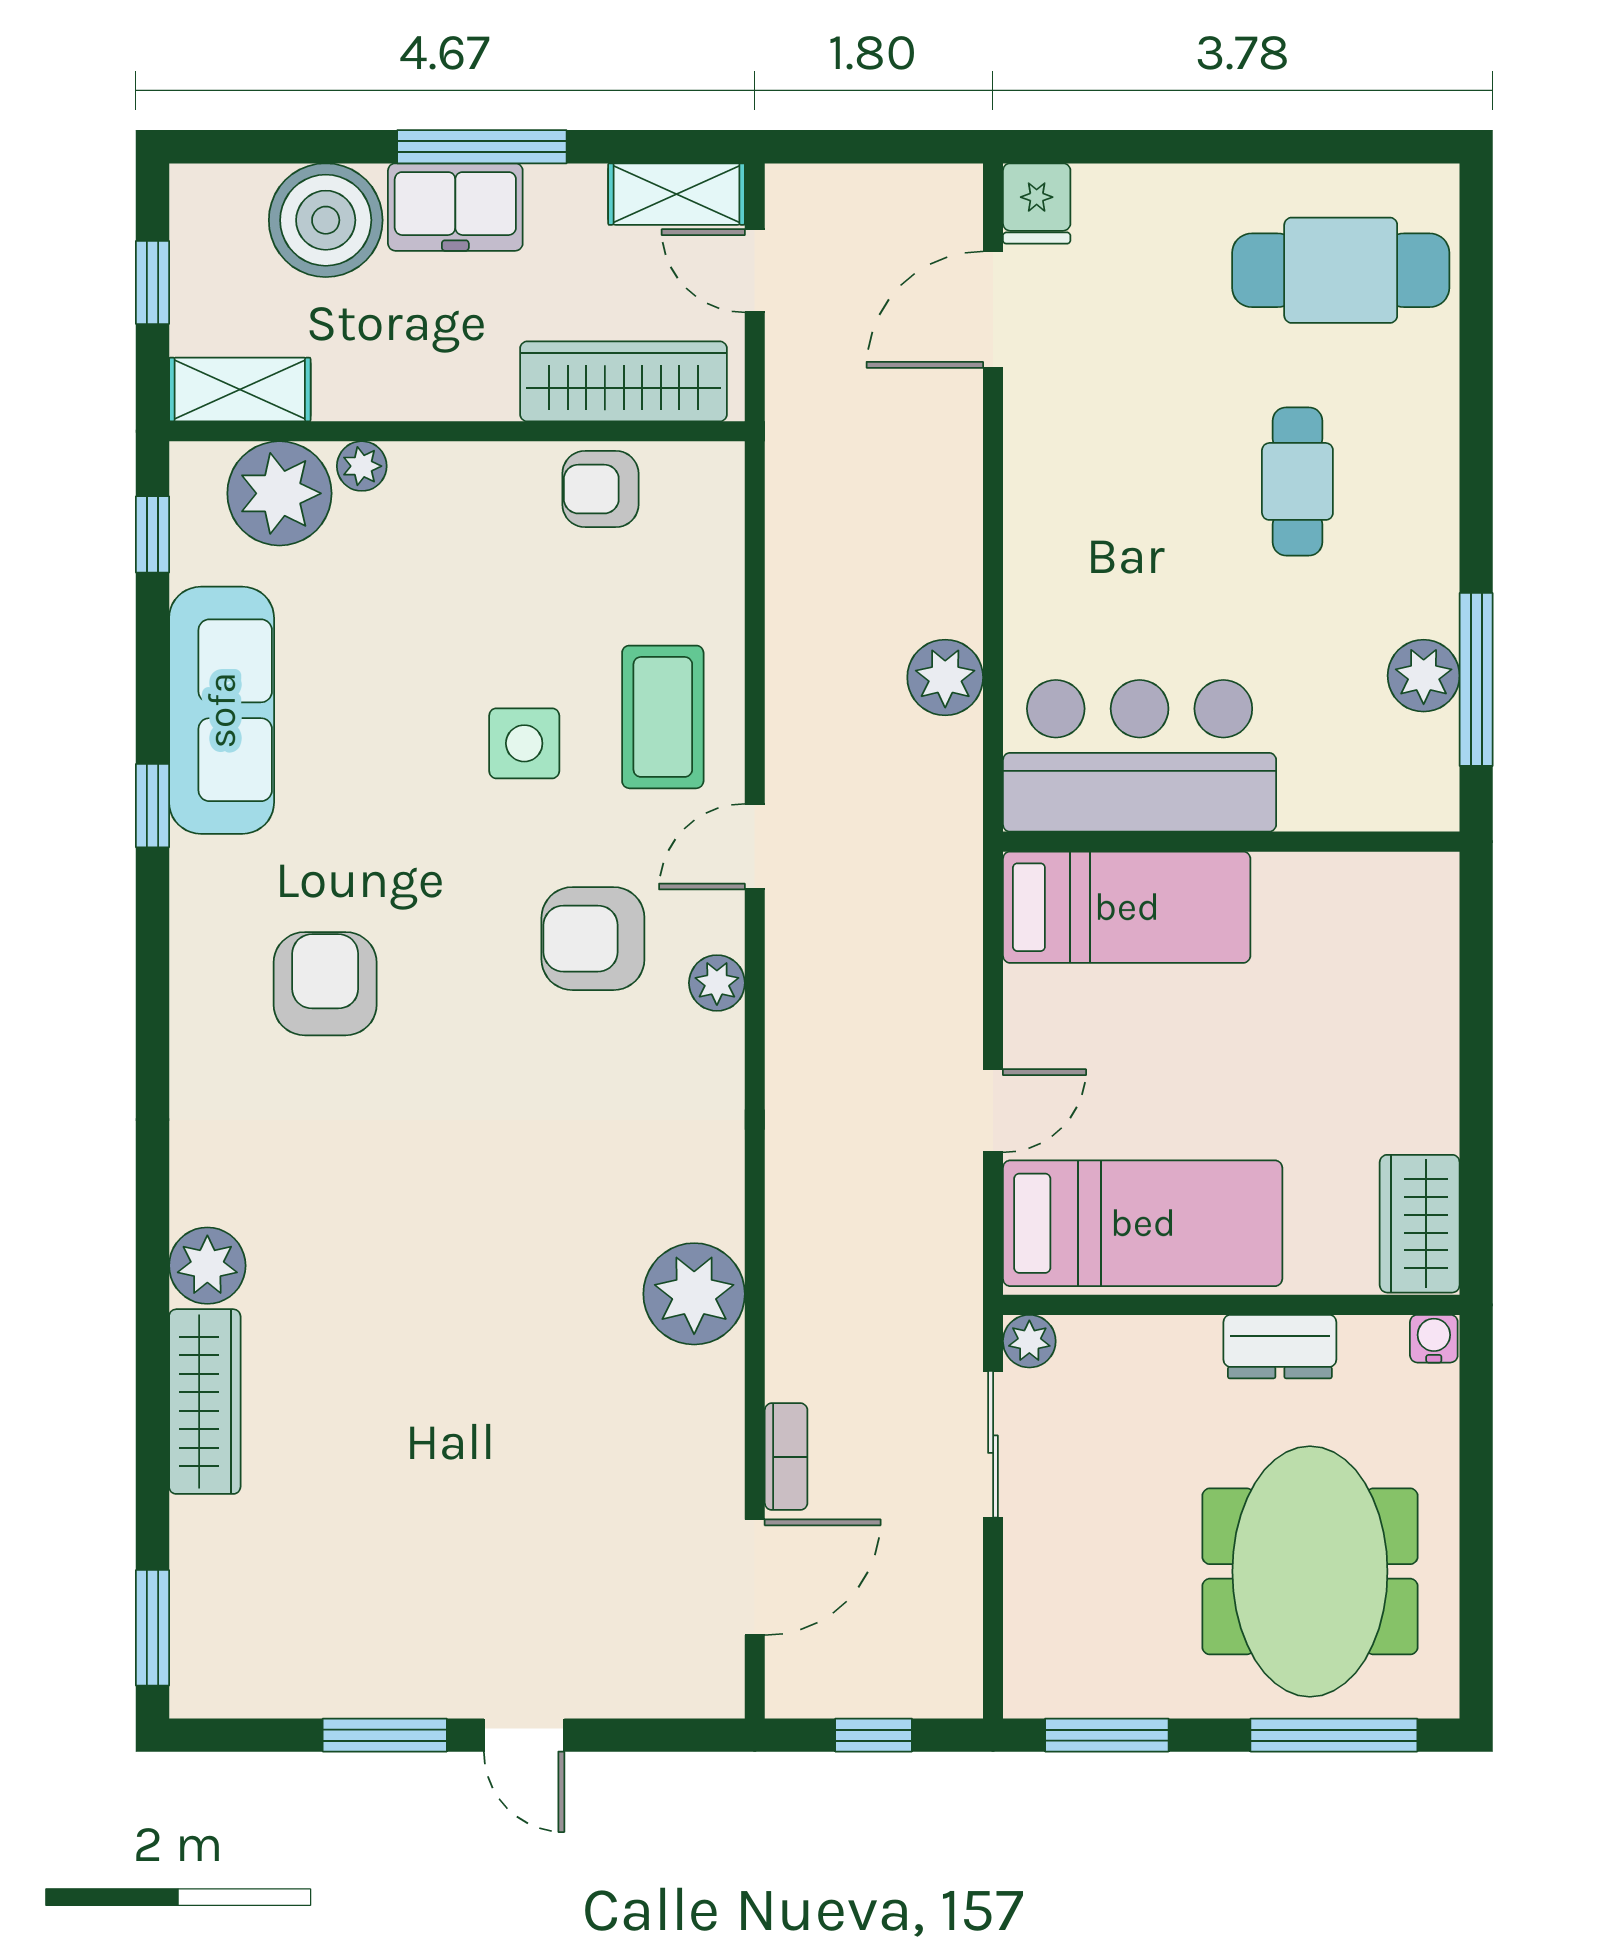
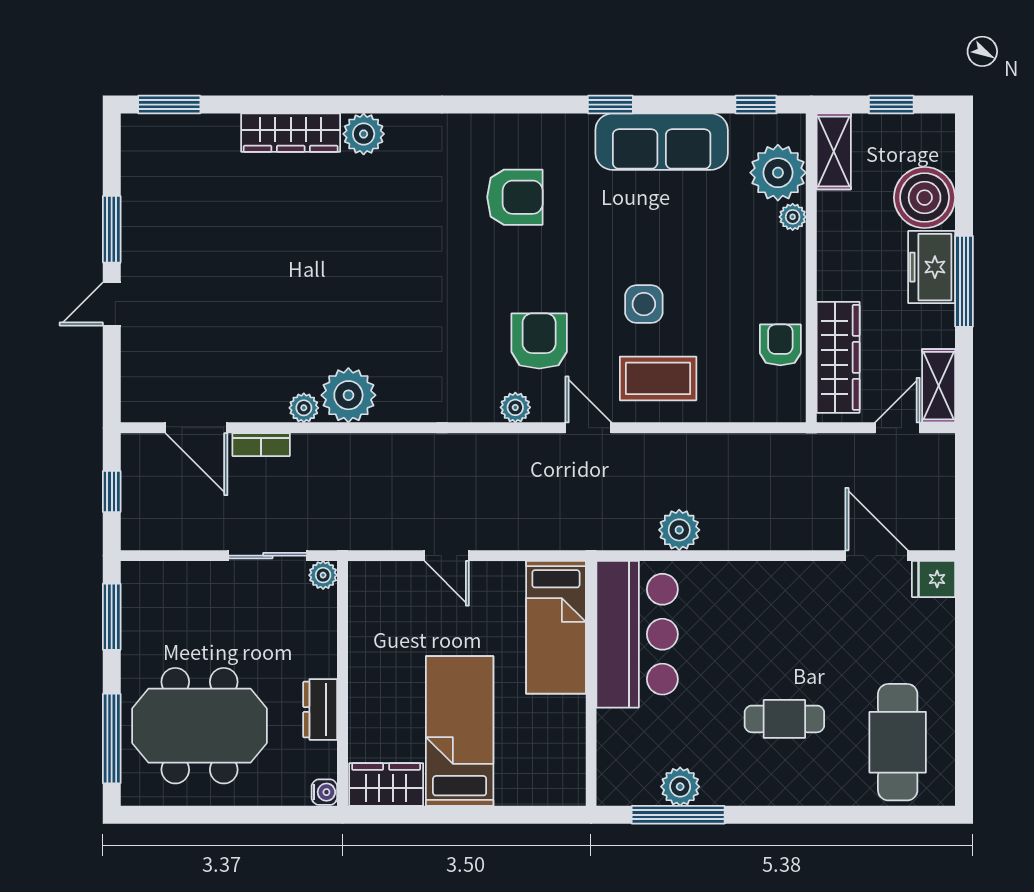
bed: (1143, 1223) -> (460, 731), moved, turned 180
plant: (718, 1377) -> (304, 408), added

